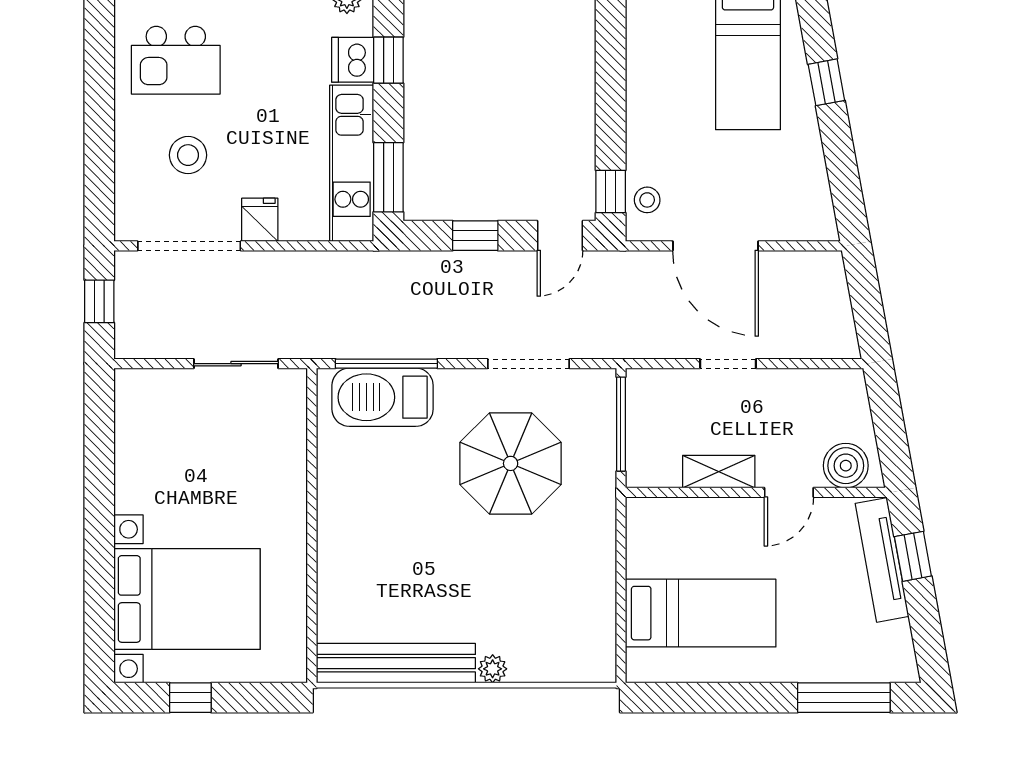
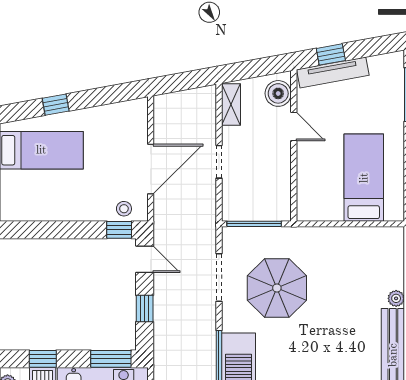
shelving: (719, 472) -> (231, 104), moved

